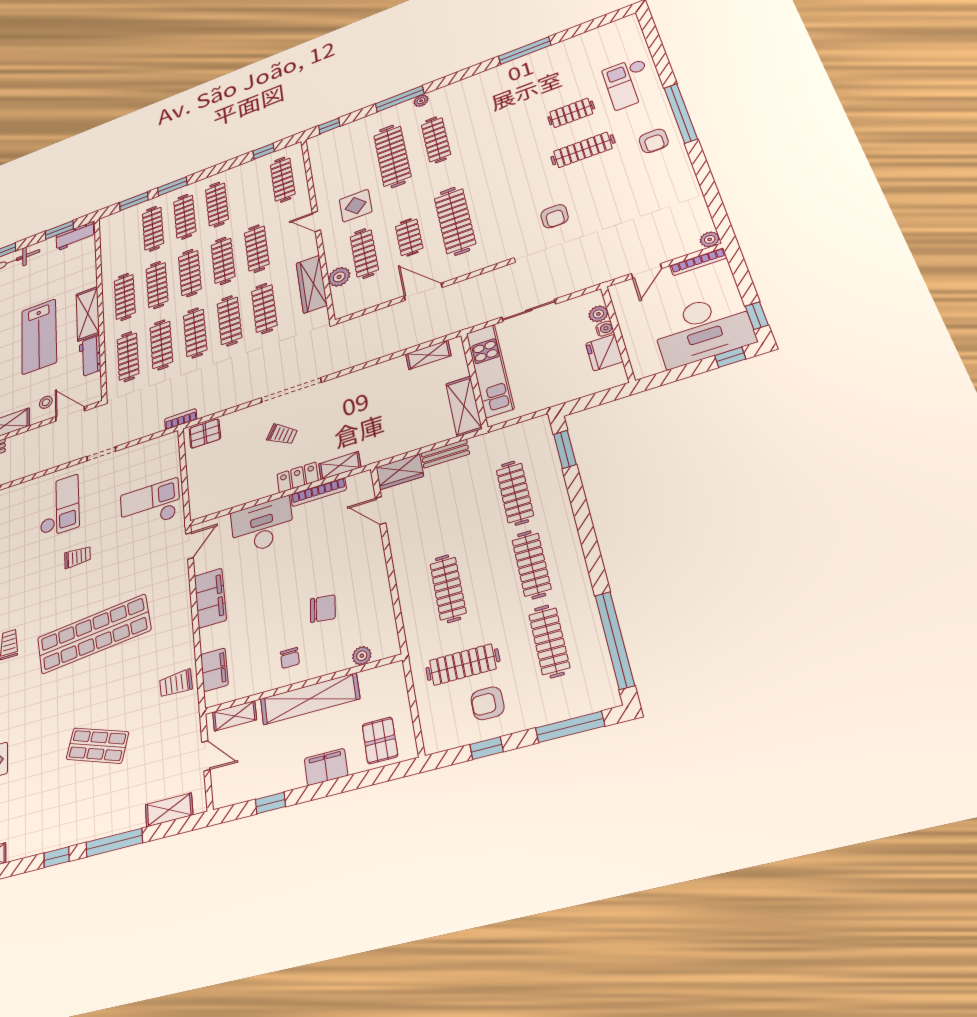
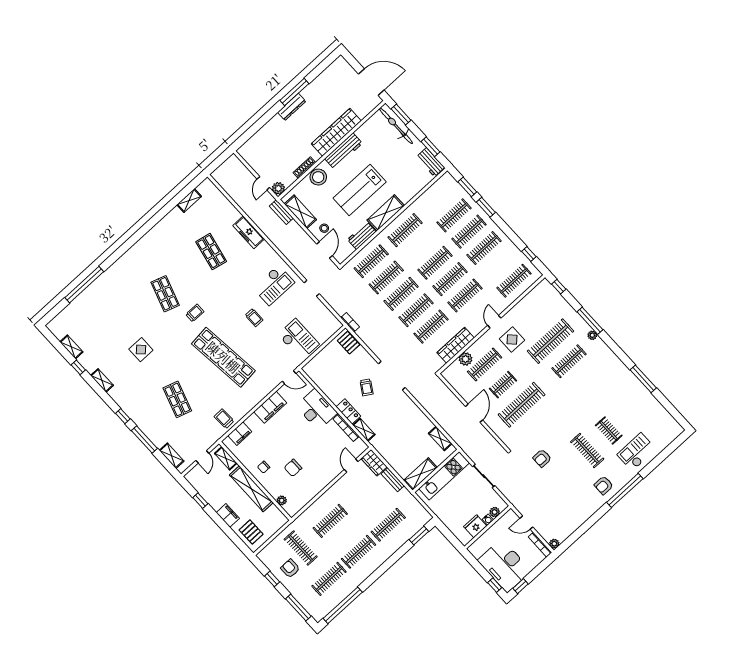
clothes rail: (157, 285) -> (420, 246), removed
chair: (323, 609) -> (293, 468), turned 83
pallet: (380, 740) -> (251, 532), turned 90

